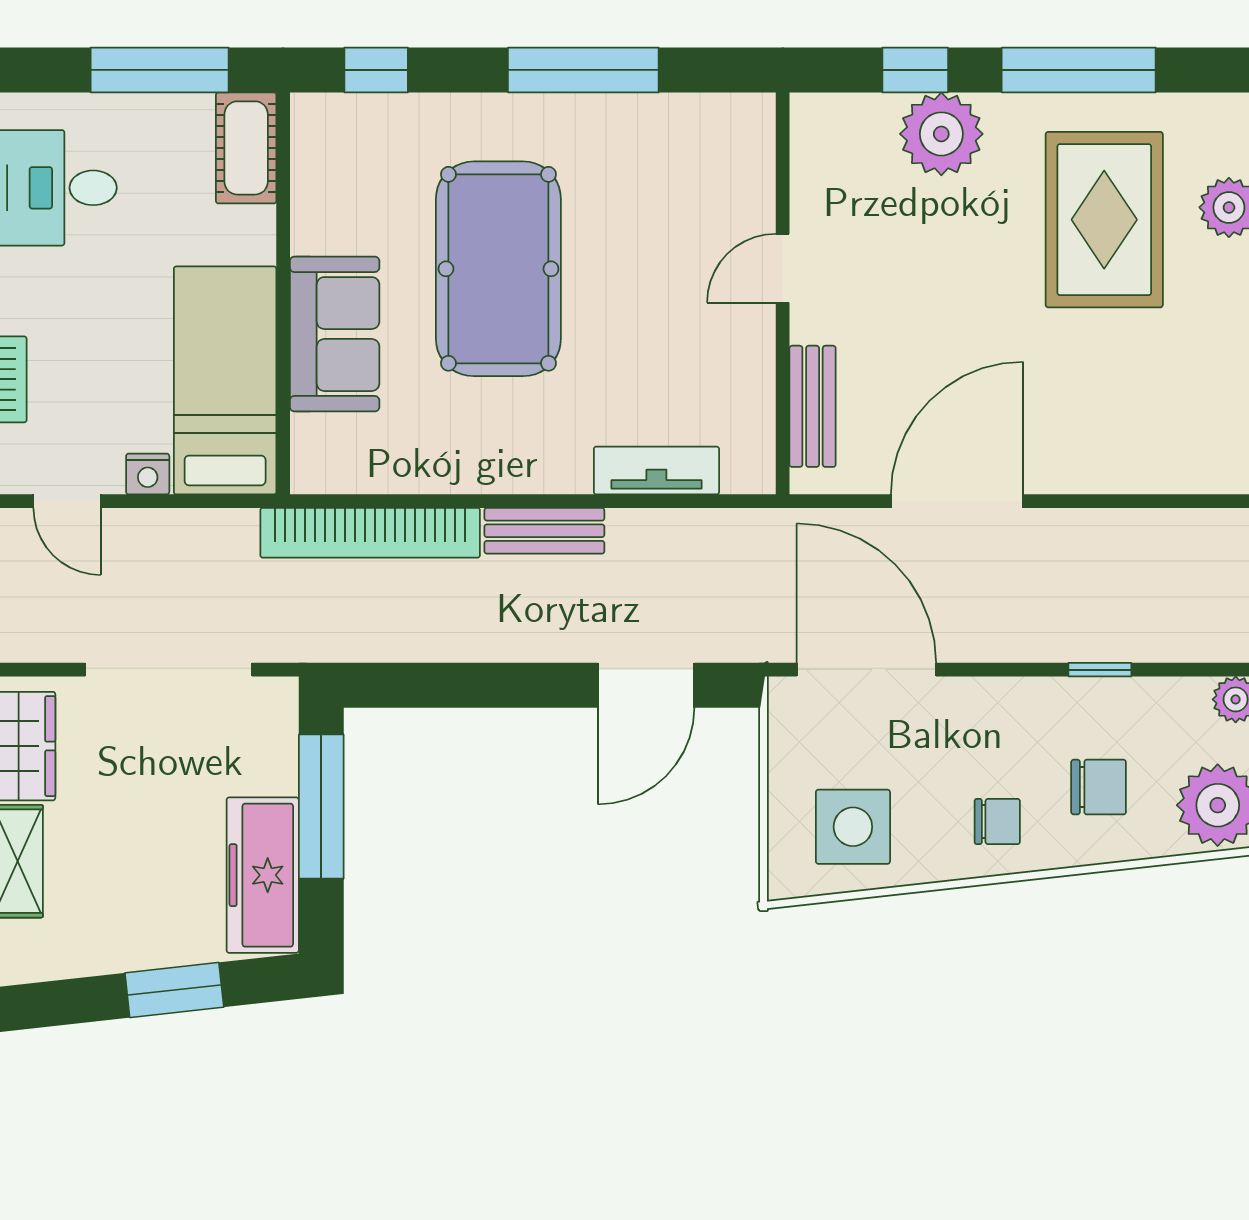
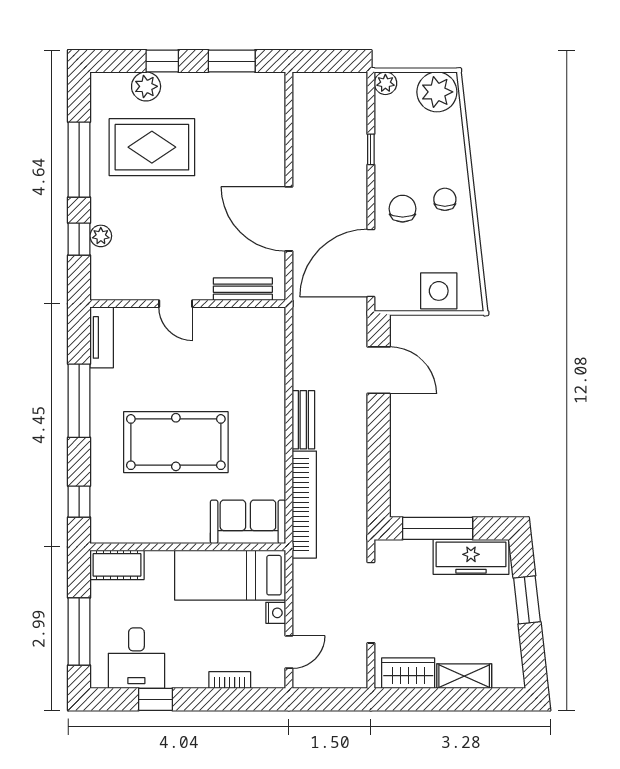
window: (160, 70) -> (79, 632), moved
plant: (941, 134) -> (101, 236), width x0.53, depth x0.53
sofa: (335, 334) -> (248, 522), moved
tv unit: (656, 470) -> (102, 337), moved, turned 180
chair: (1099, 787) -> (403, 209), moved
side table: (853, 827) -> (439, 291), moved

